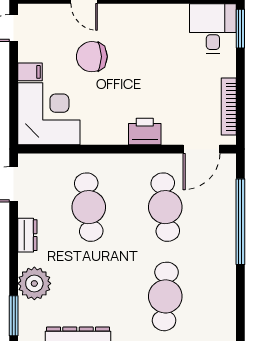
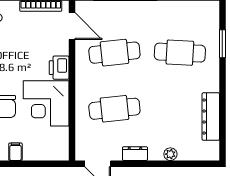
corner desk: (49, 114) -> (46, 103), moved, turned -90
plant: (34, 283) -> (170, 154), width x0.53, depth x0.53
window: (14, 316) -> (194, 164), removed

